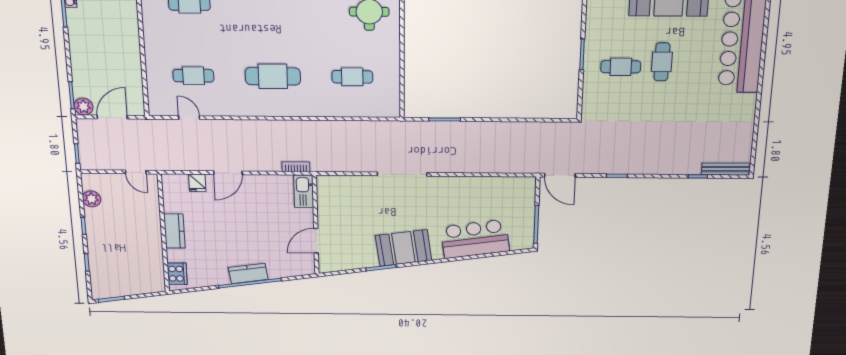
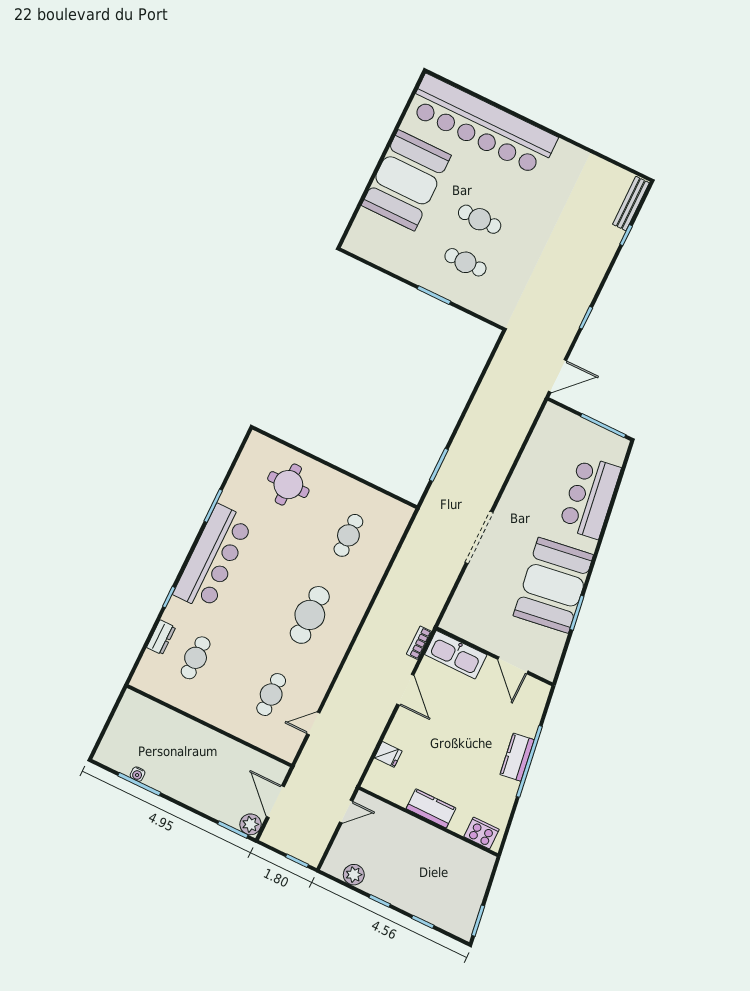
cafe table: (621, 67) -> (465, 262), turned 90
door: (228, 173) -> (405, 690), moved
kitchen sink: (304, 191) -> (456, 655), width x1.36, depth x1.24
booth: (403, 248) -> (553, 585), width x1.36, depth x1.42

